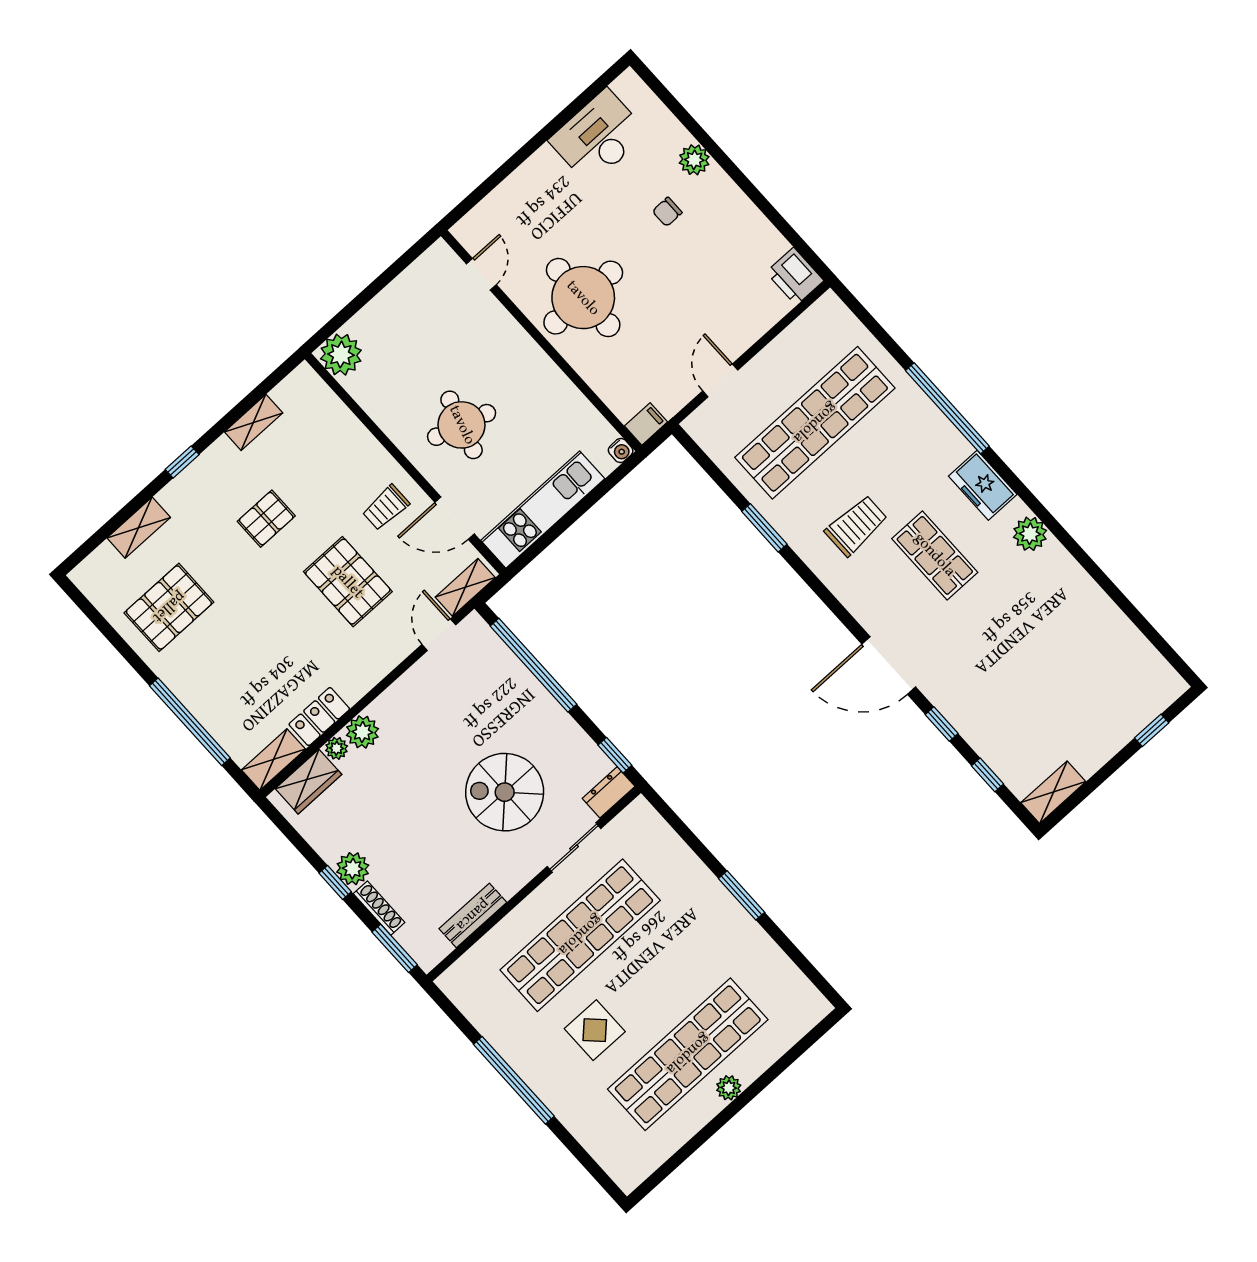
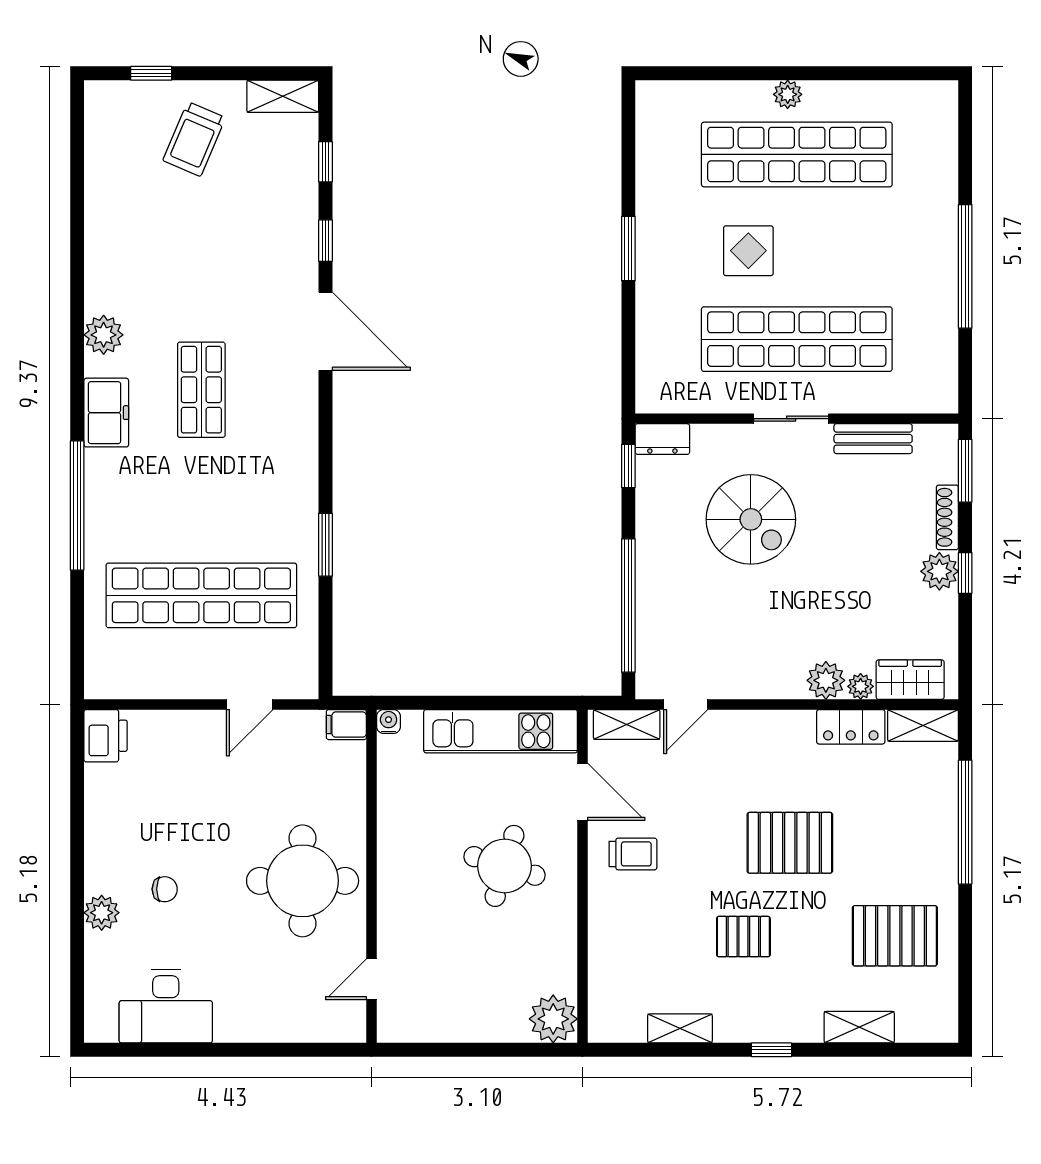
trolley: (856, 526) -> (194, 139), moved, turned -67
pallet: (348, 582) -> (790, 843), moved, turned 90
sliding door: (574, 848) -> (791, 419), moved
display table: (595, 1030) -> (748, 251), moved

